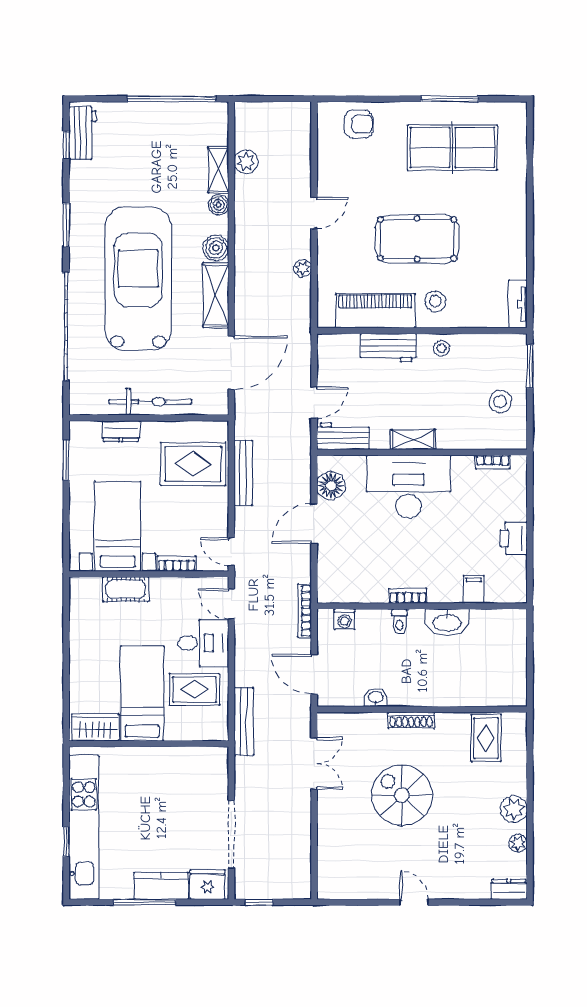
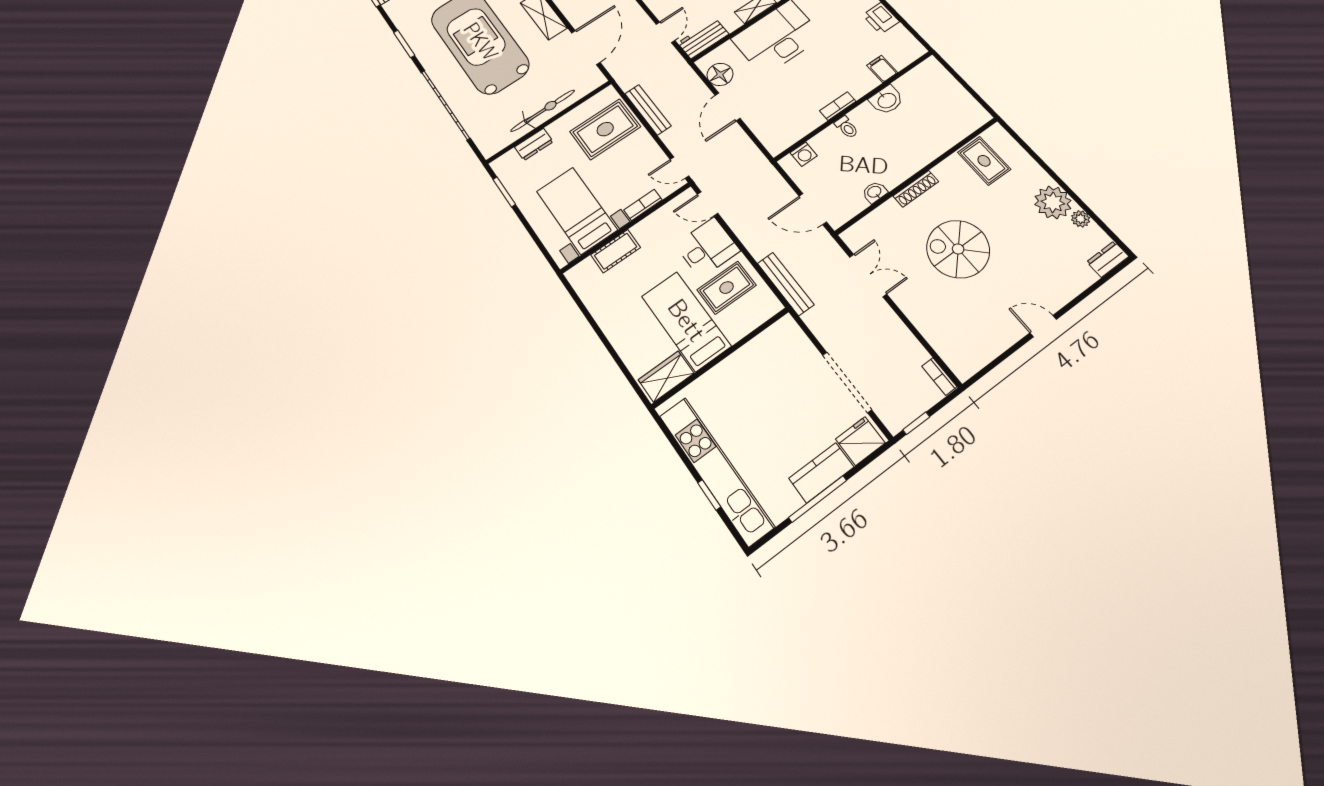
bookcase: (304, 611) -> (939, 376), moved, width x0.64
washbasin: (447, 622) -> (887, 100), width x0.72
plant: (514, 809) -> (1053, 202), width x1.36, depth x1.36

